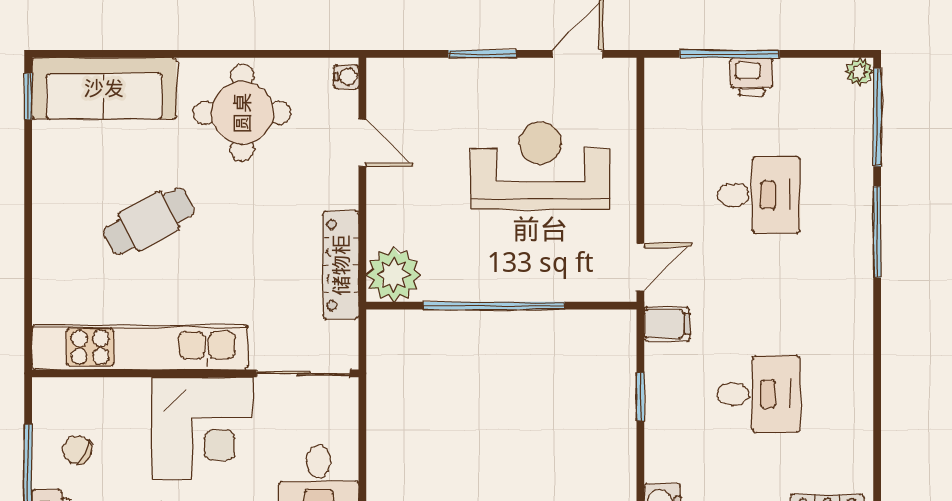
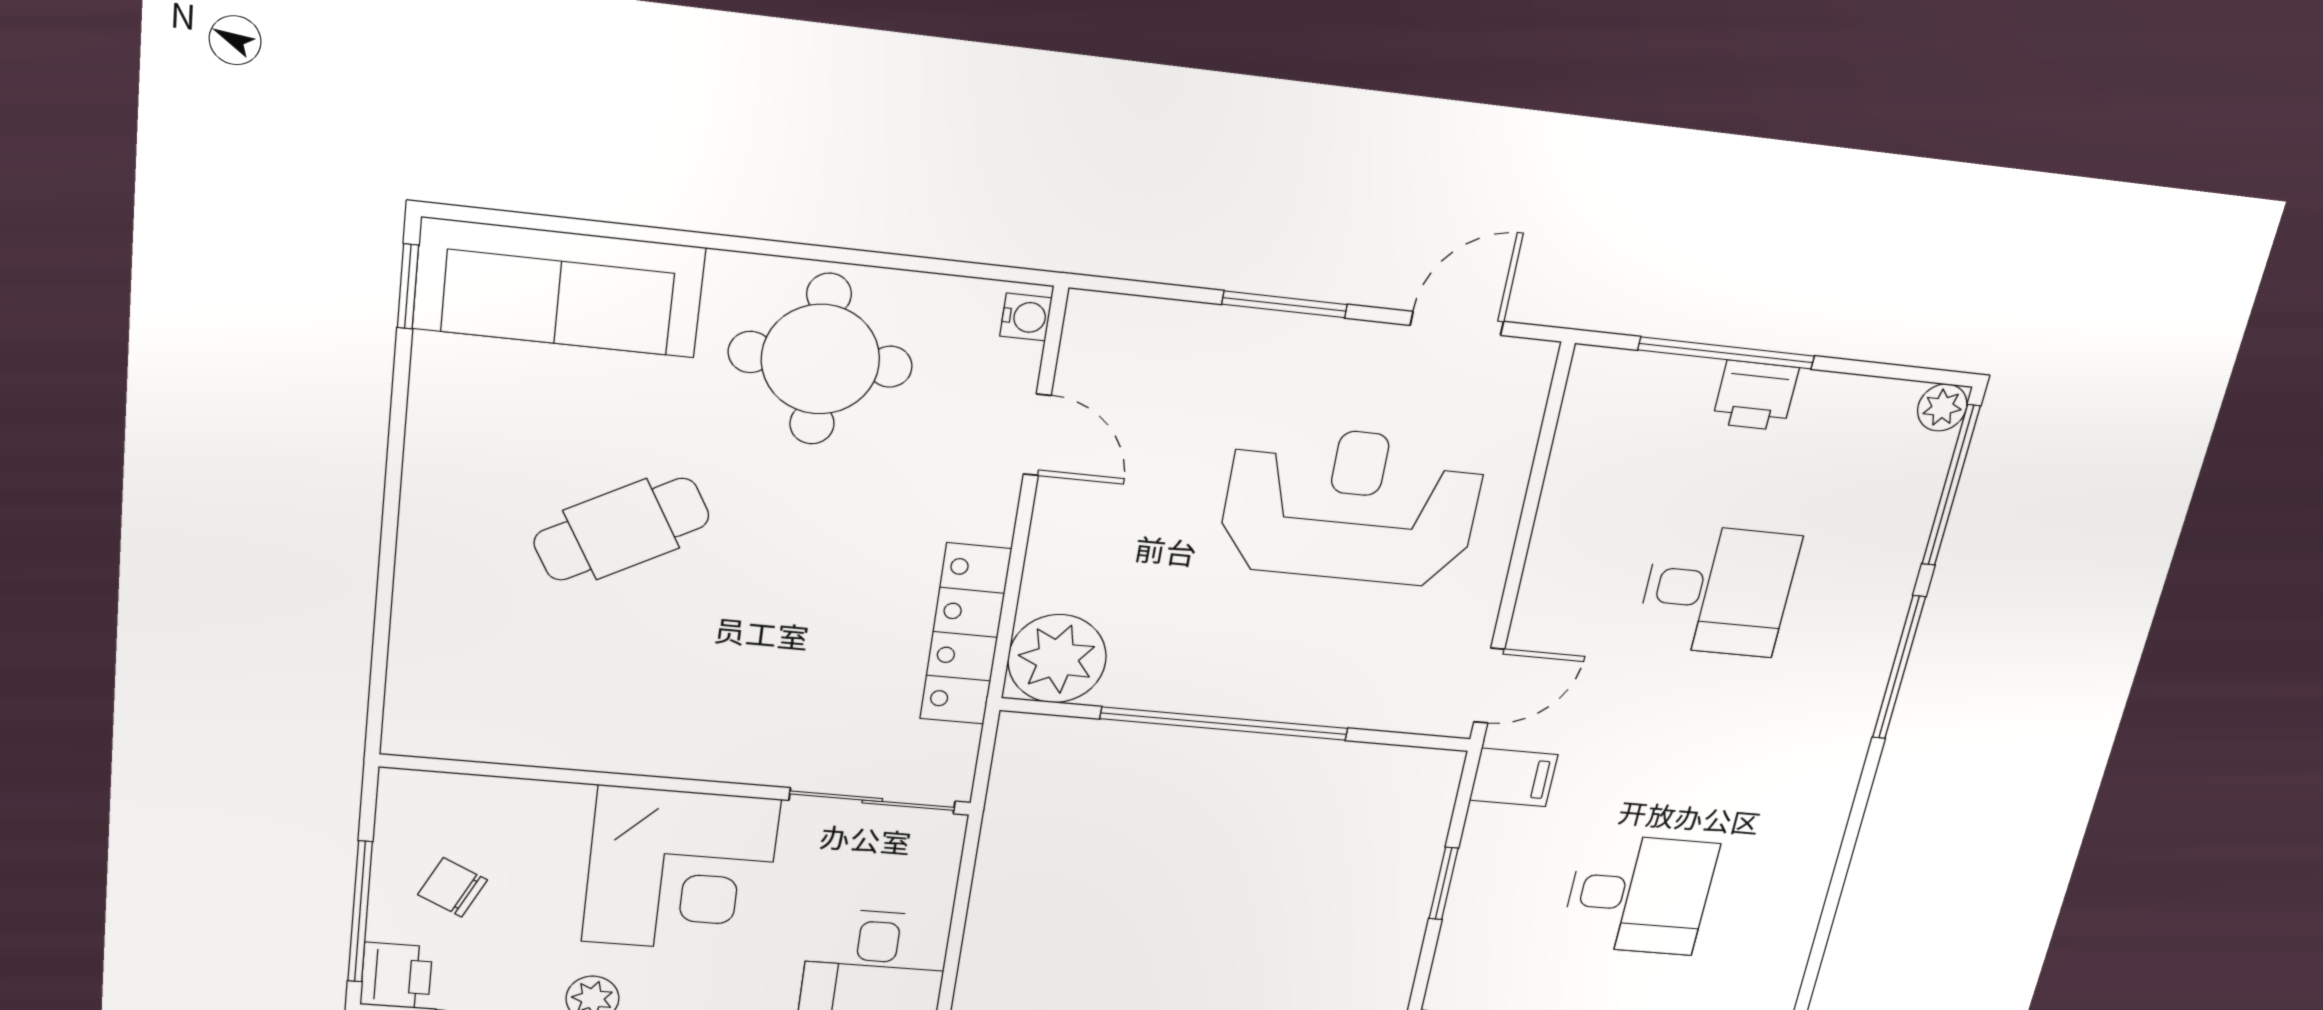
kitchen unit: (140, 347) -> (582, 735), removed

